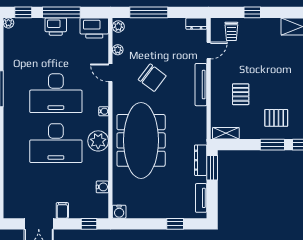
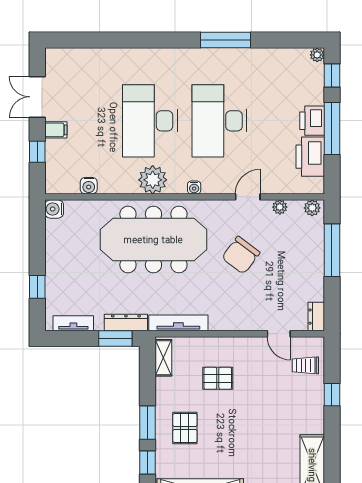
printer: (94, 28) -> (310, 157), moved
tv unit: (201, 85) -> (178, 323), moved
window: (89, 224) -> (37, 152), moved

